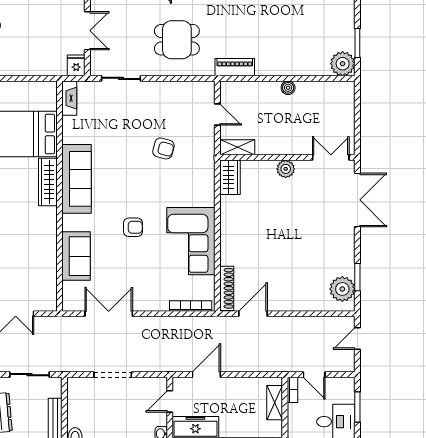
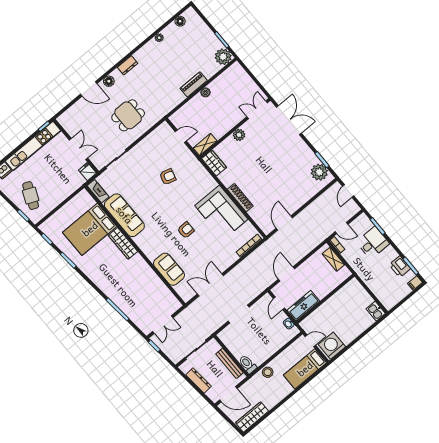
piano: (235, 67) -> (194, 84), moved
sofa: (77, 179) -> (124, 215), moved
shoe rack: (227, 288) -> (240, 198), moved

